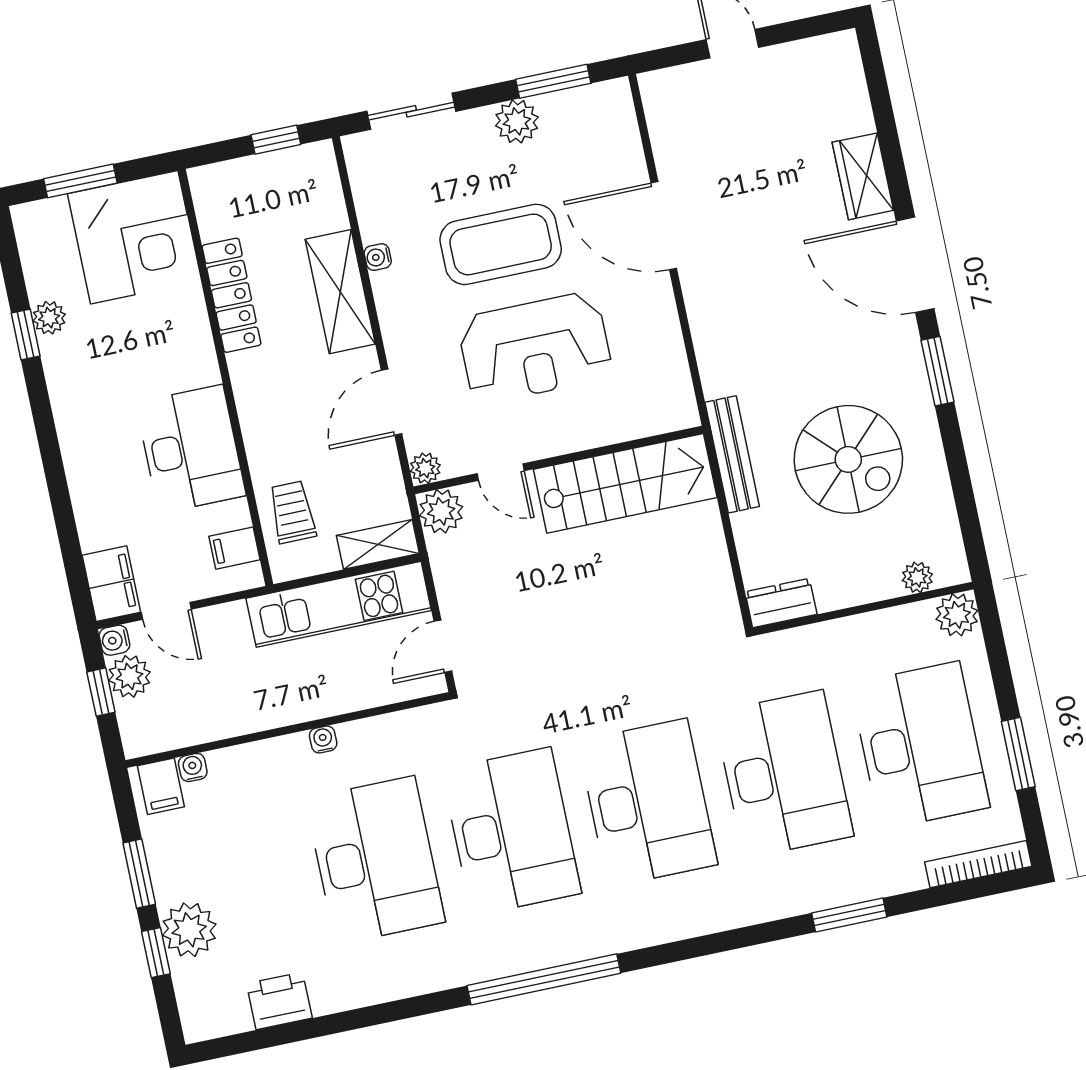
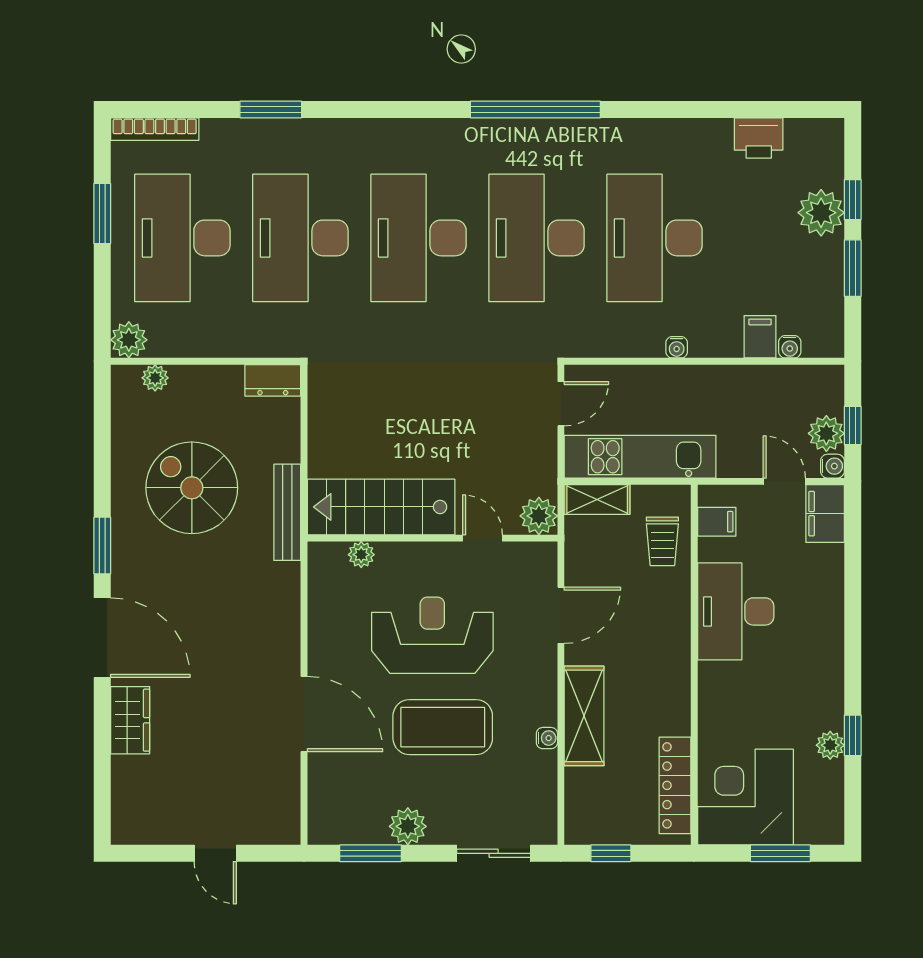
locker: (231, 295) -> (675, 785), moved
plant: (425, 468) -> (361, 555), moved
filing cabinet: (161, 786) -> (760, 337), moved

